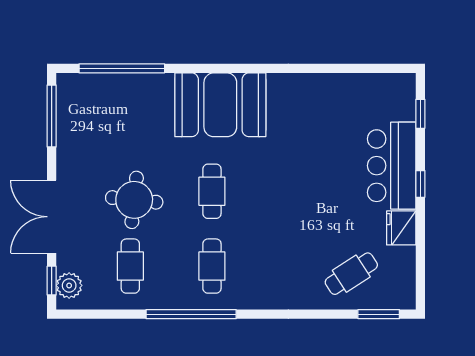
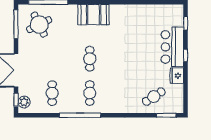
booth: (220, 105) -> (94, 15), width x0.73, depth x0.70
round table: (134, 200) -> (39, 25), moved, turned -32

